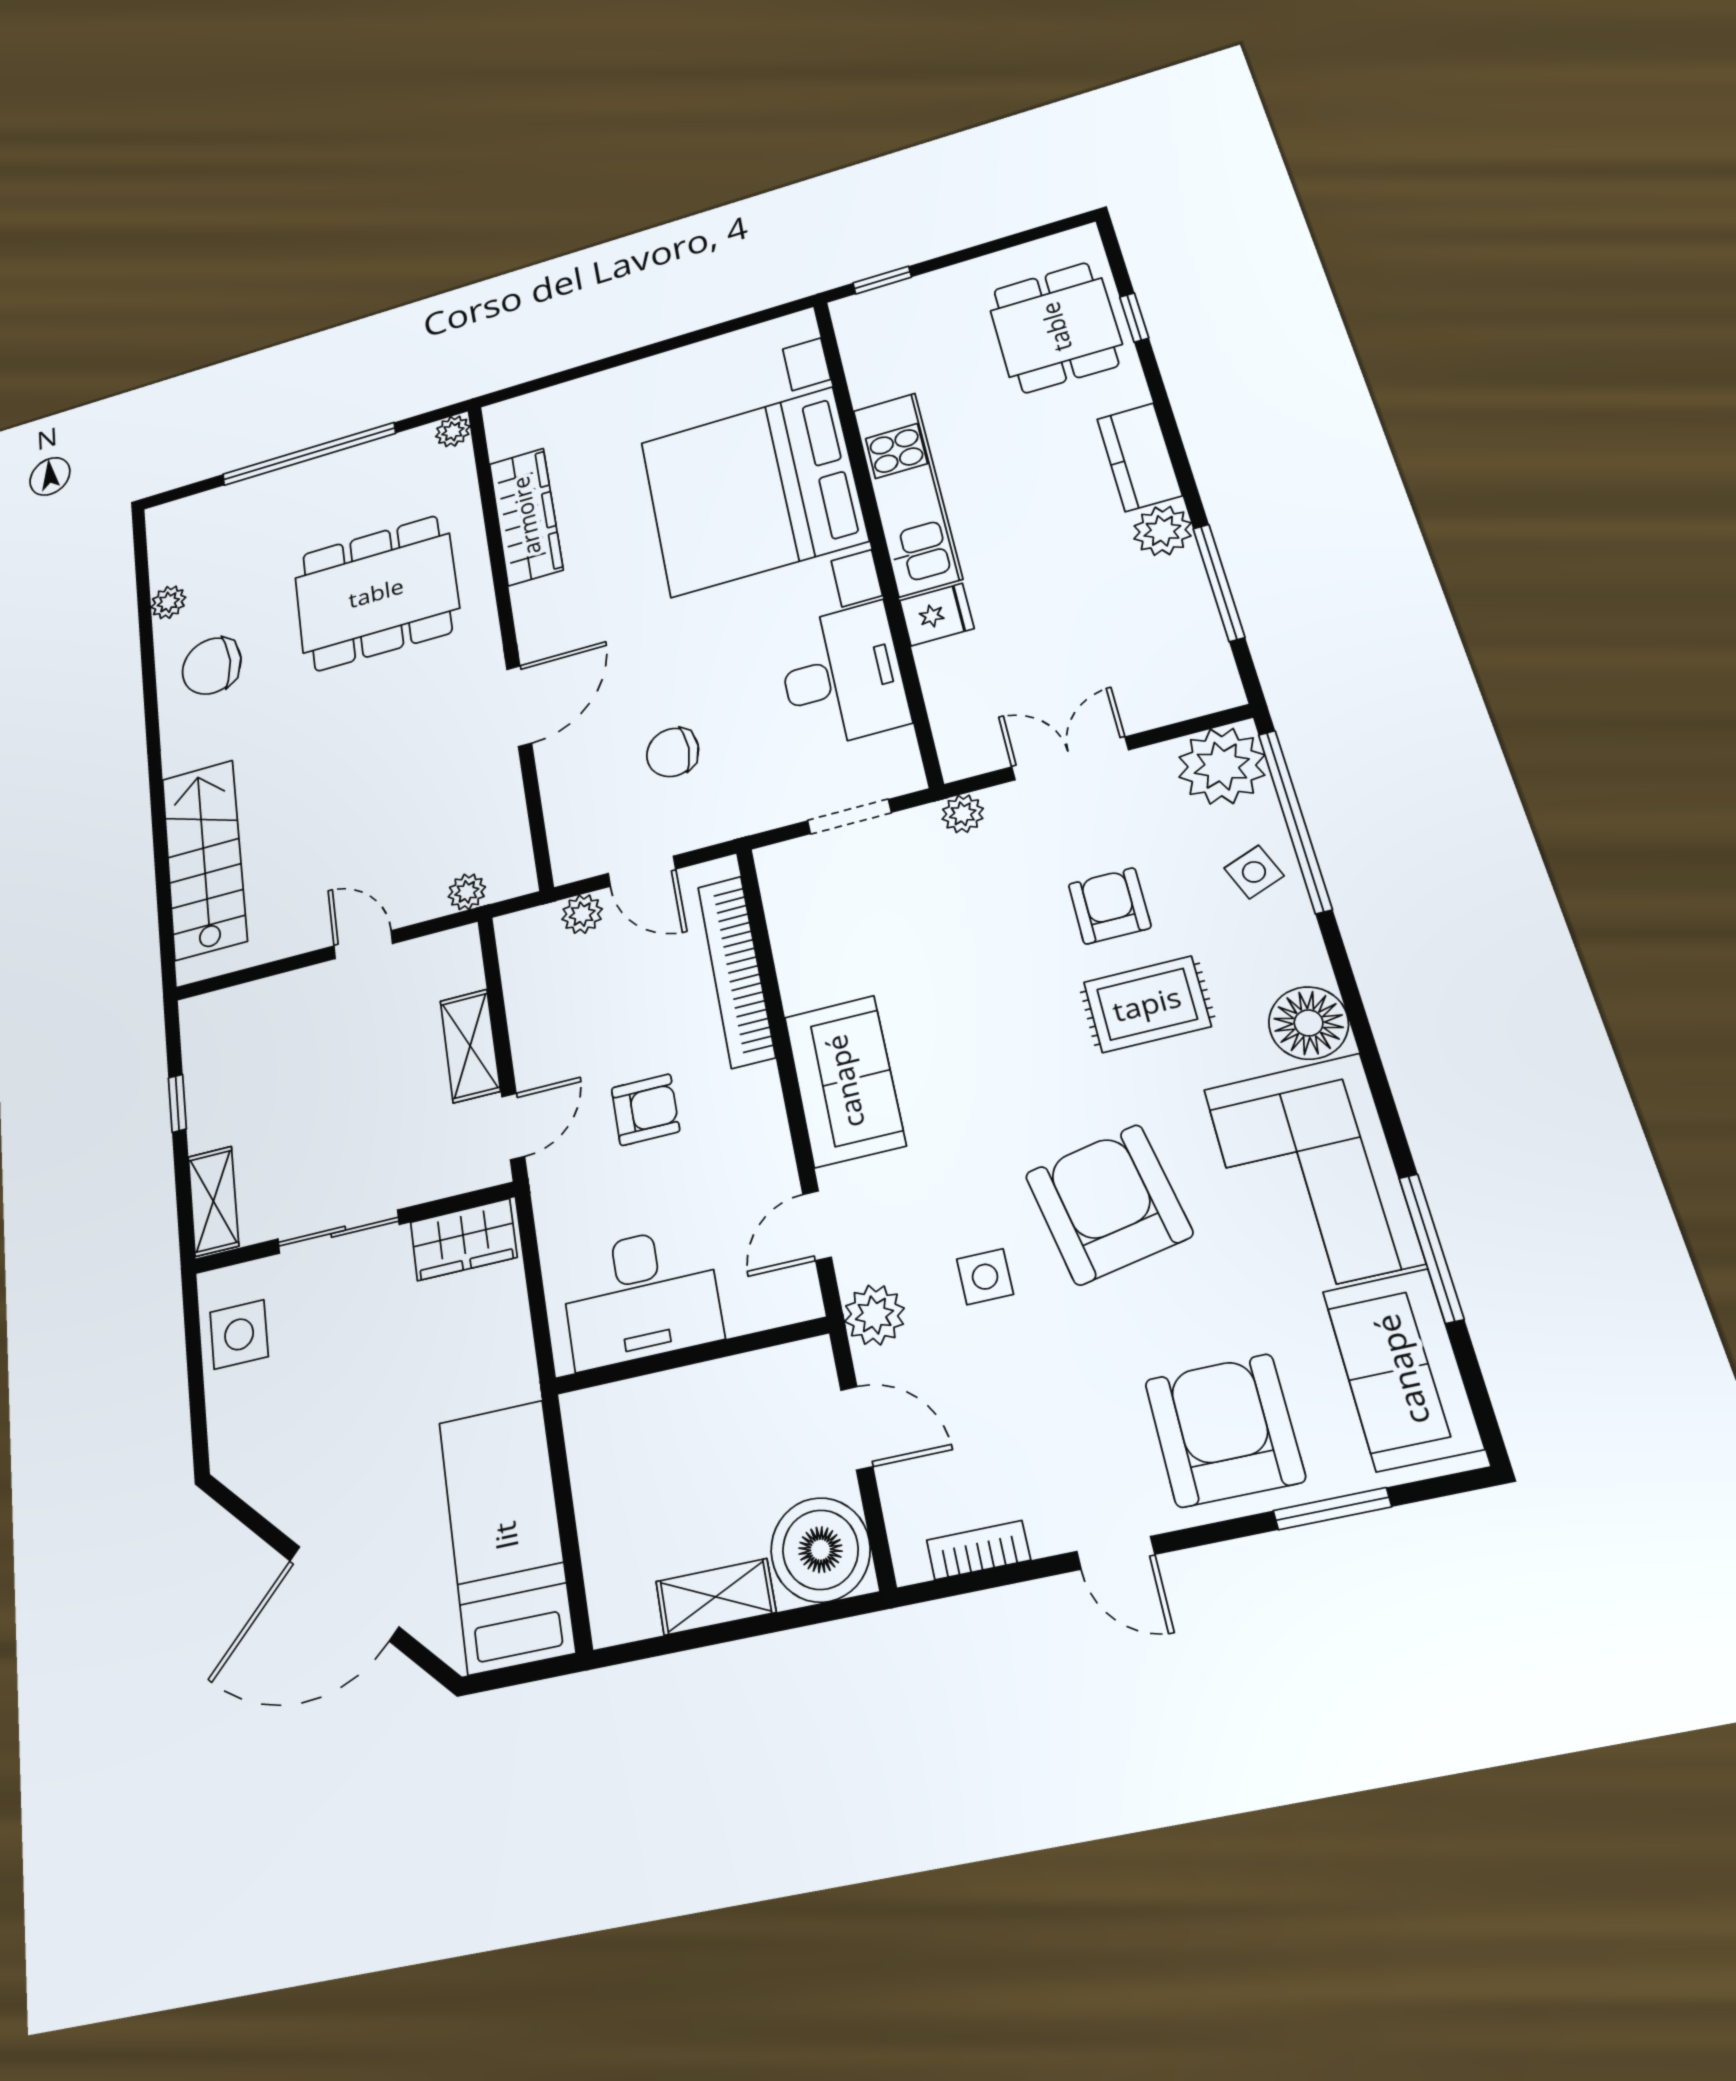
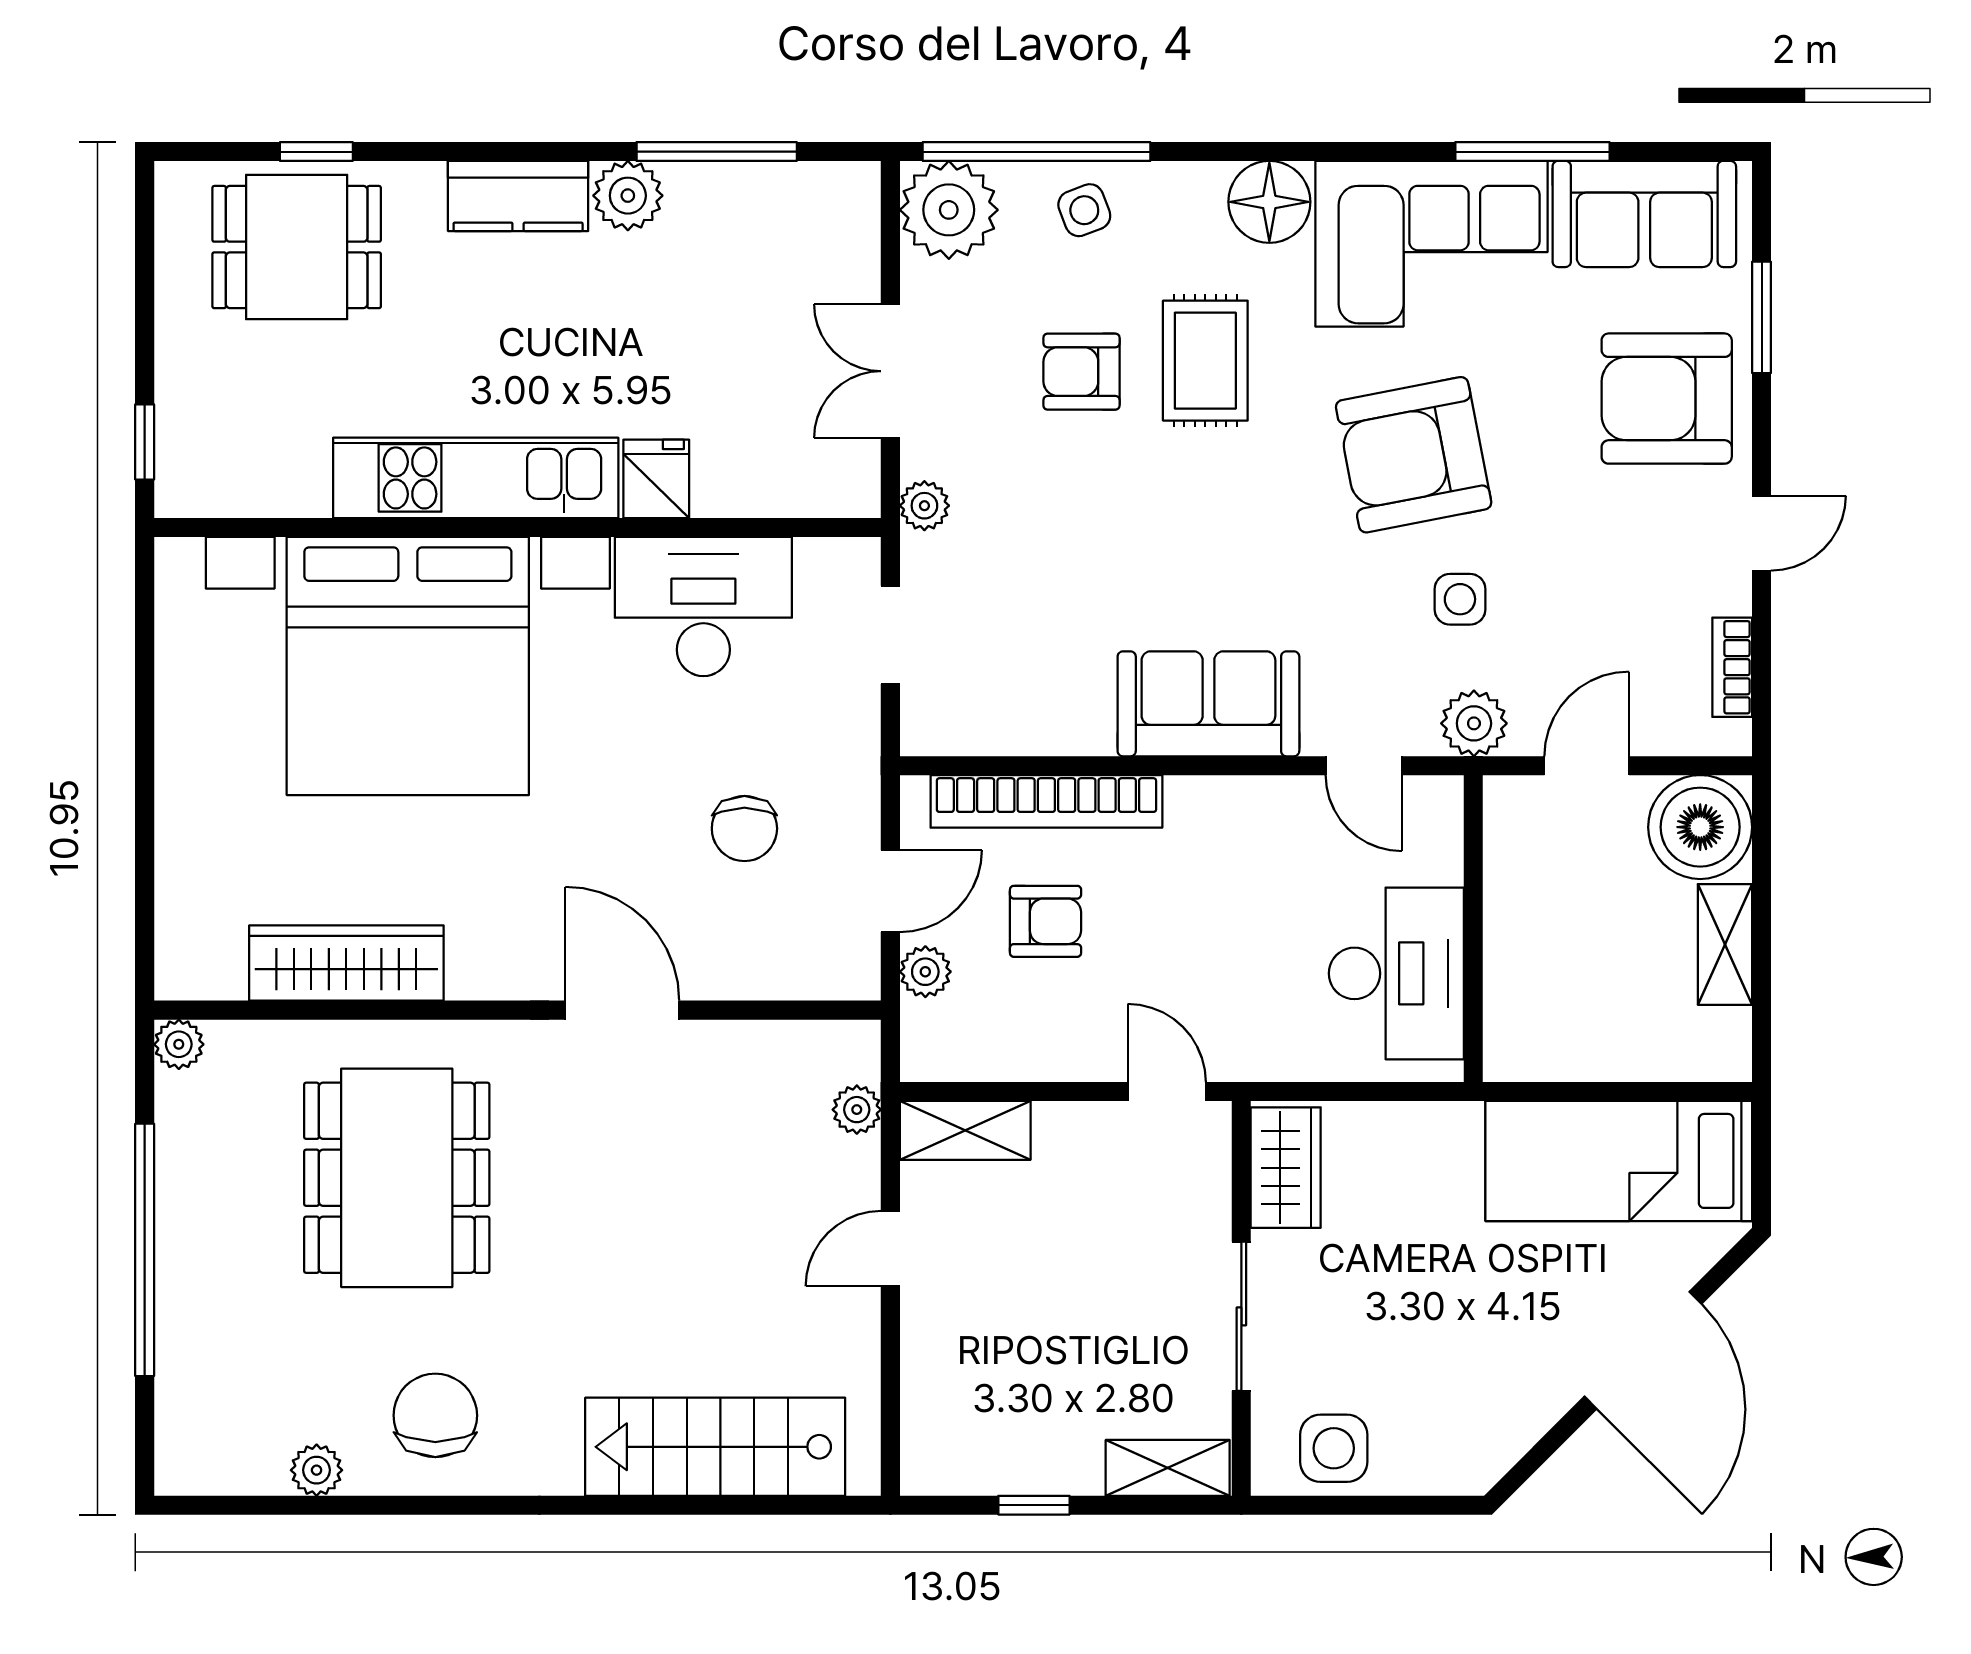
chair: (212, 666) -> (435, 1415), turned 180
shelving: (470, 1046) -> (965, 1130), moved
armchair: (645, 1110) -> (1046, 921), moved, turned 90

